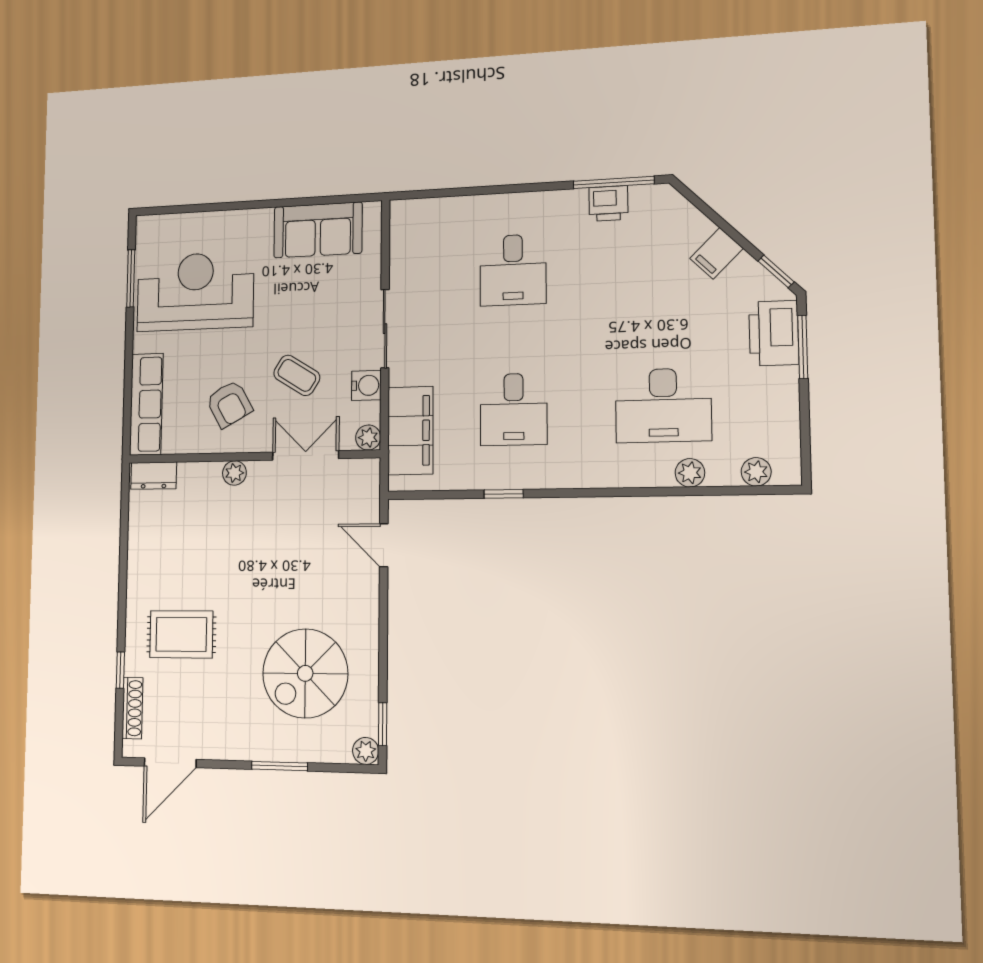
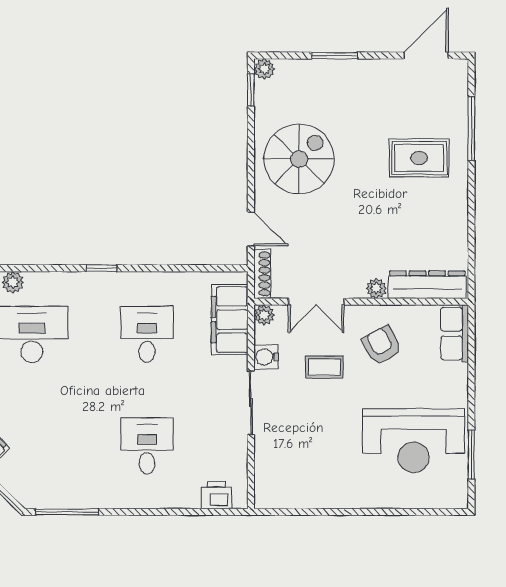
printer: (608, 203) -> (216, 495), moved
sofa: (318, 230) -> (308, 487), removed
coffee table: (297, 375) -> (324, 367), turned -32
row of seats: (146, 404) -> (455, 333), width x0.68
dresser: (154, 476) -> (427, 285), width x1.96, depth x1.24
window: (504, 494) -> (102, 268), moved
window: (120, 670) -> (471, 129), width x2.17
spiral stairs: (305, 673) -> (299, 159), moved
shoe rack: (132, 708) -> (262, 274), moved, turned 180

